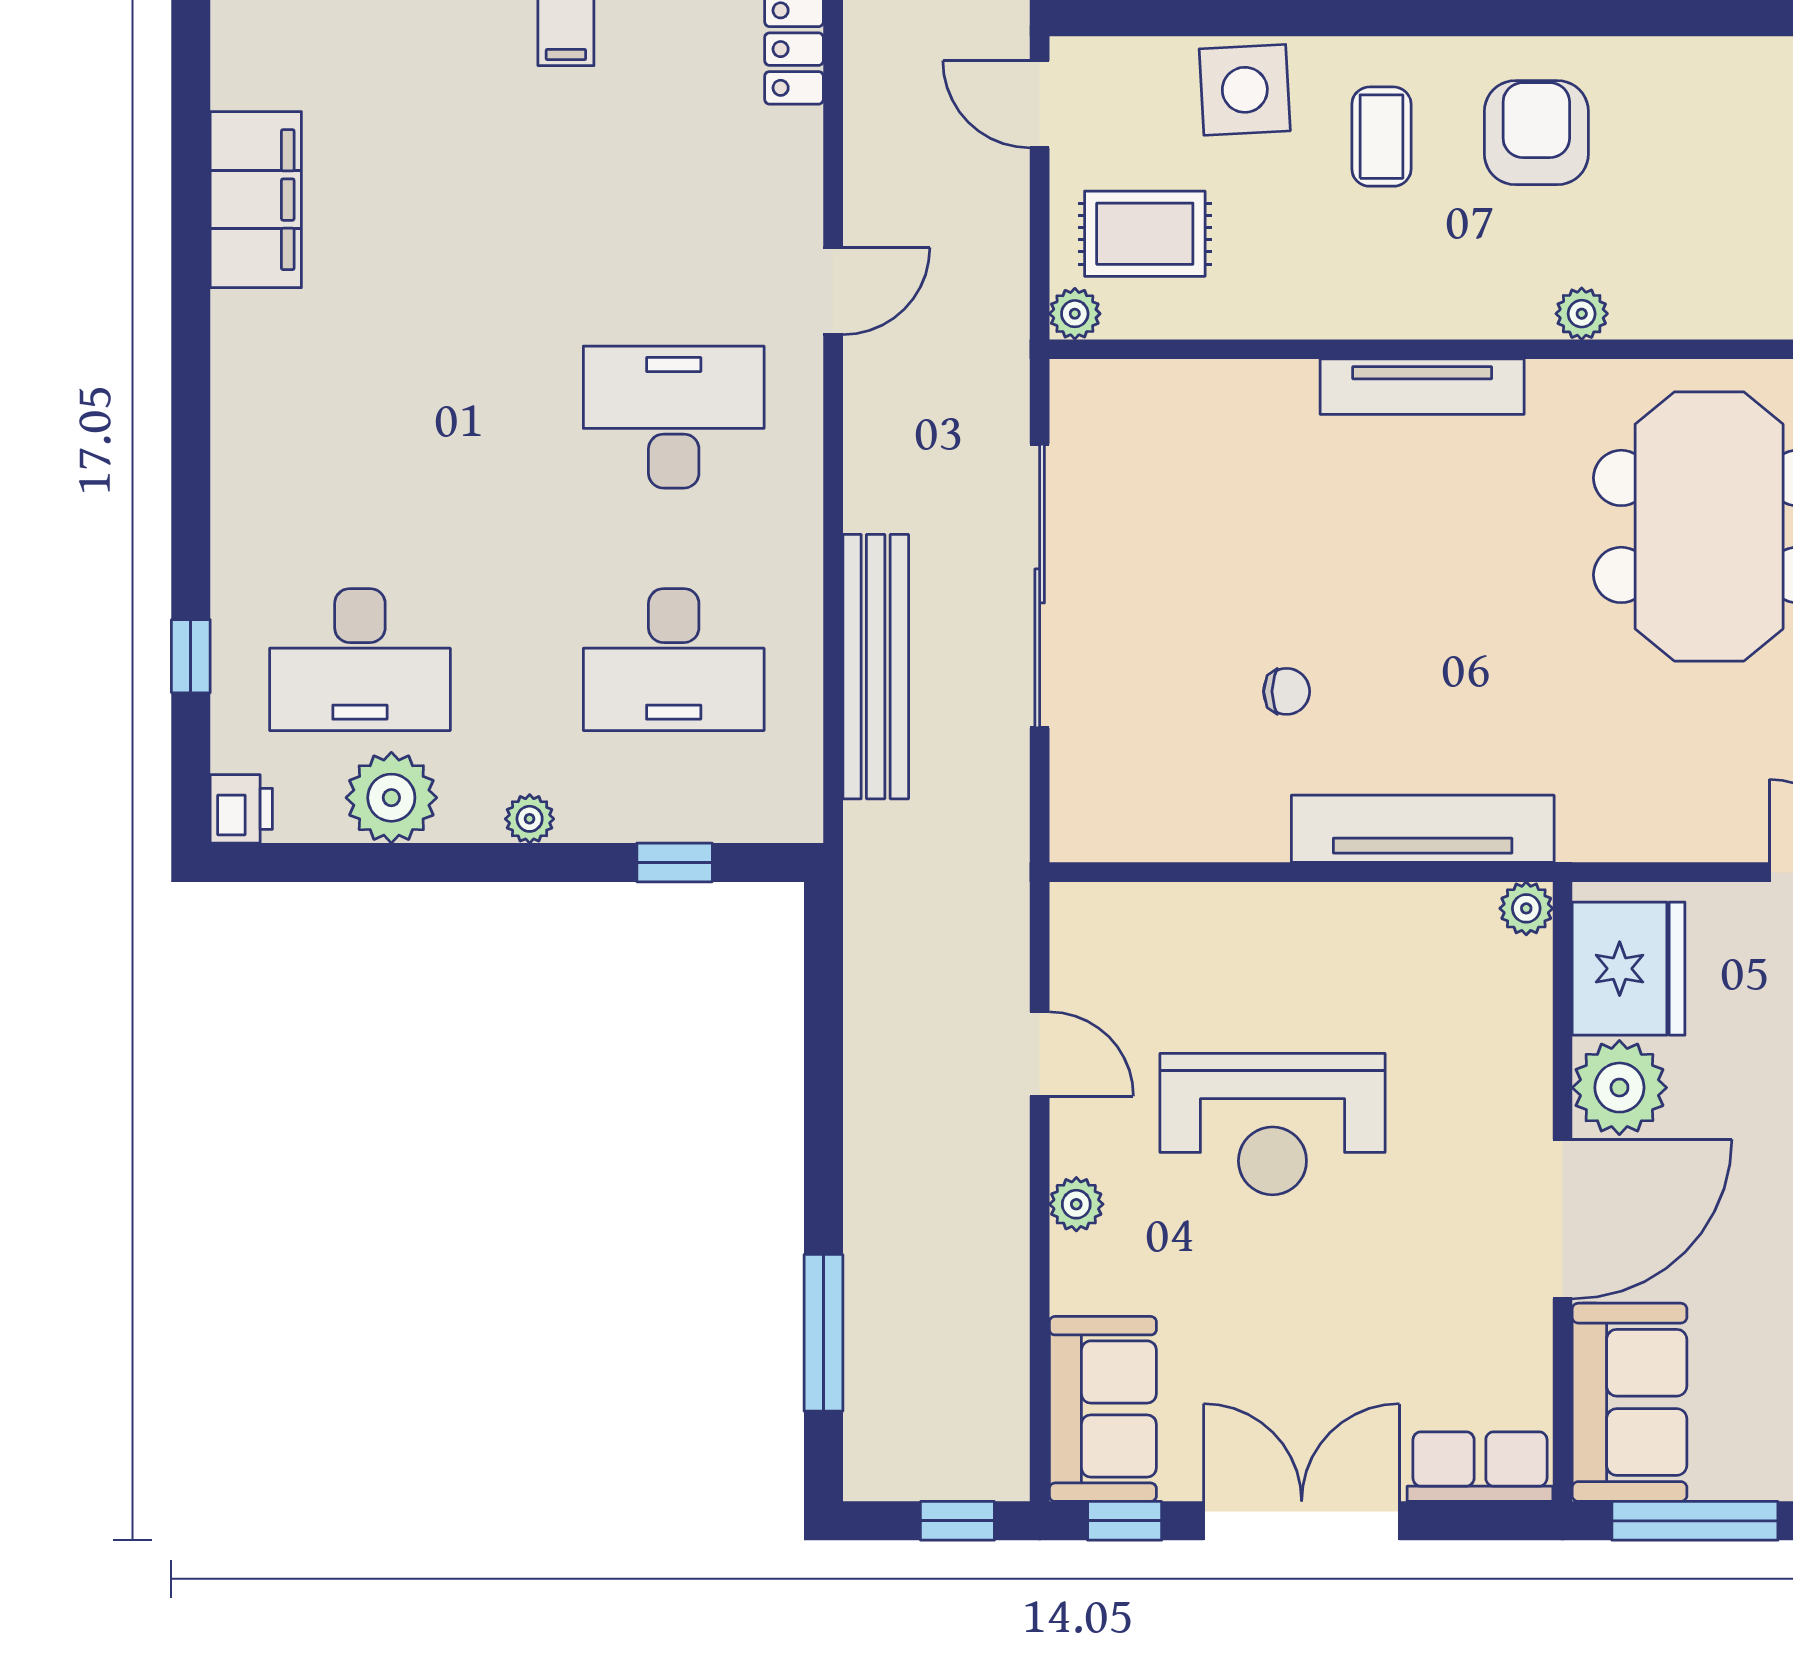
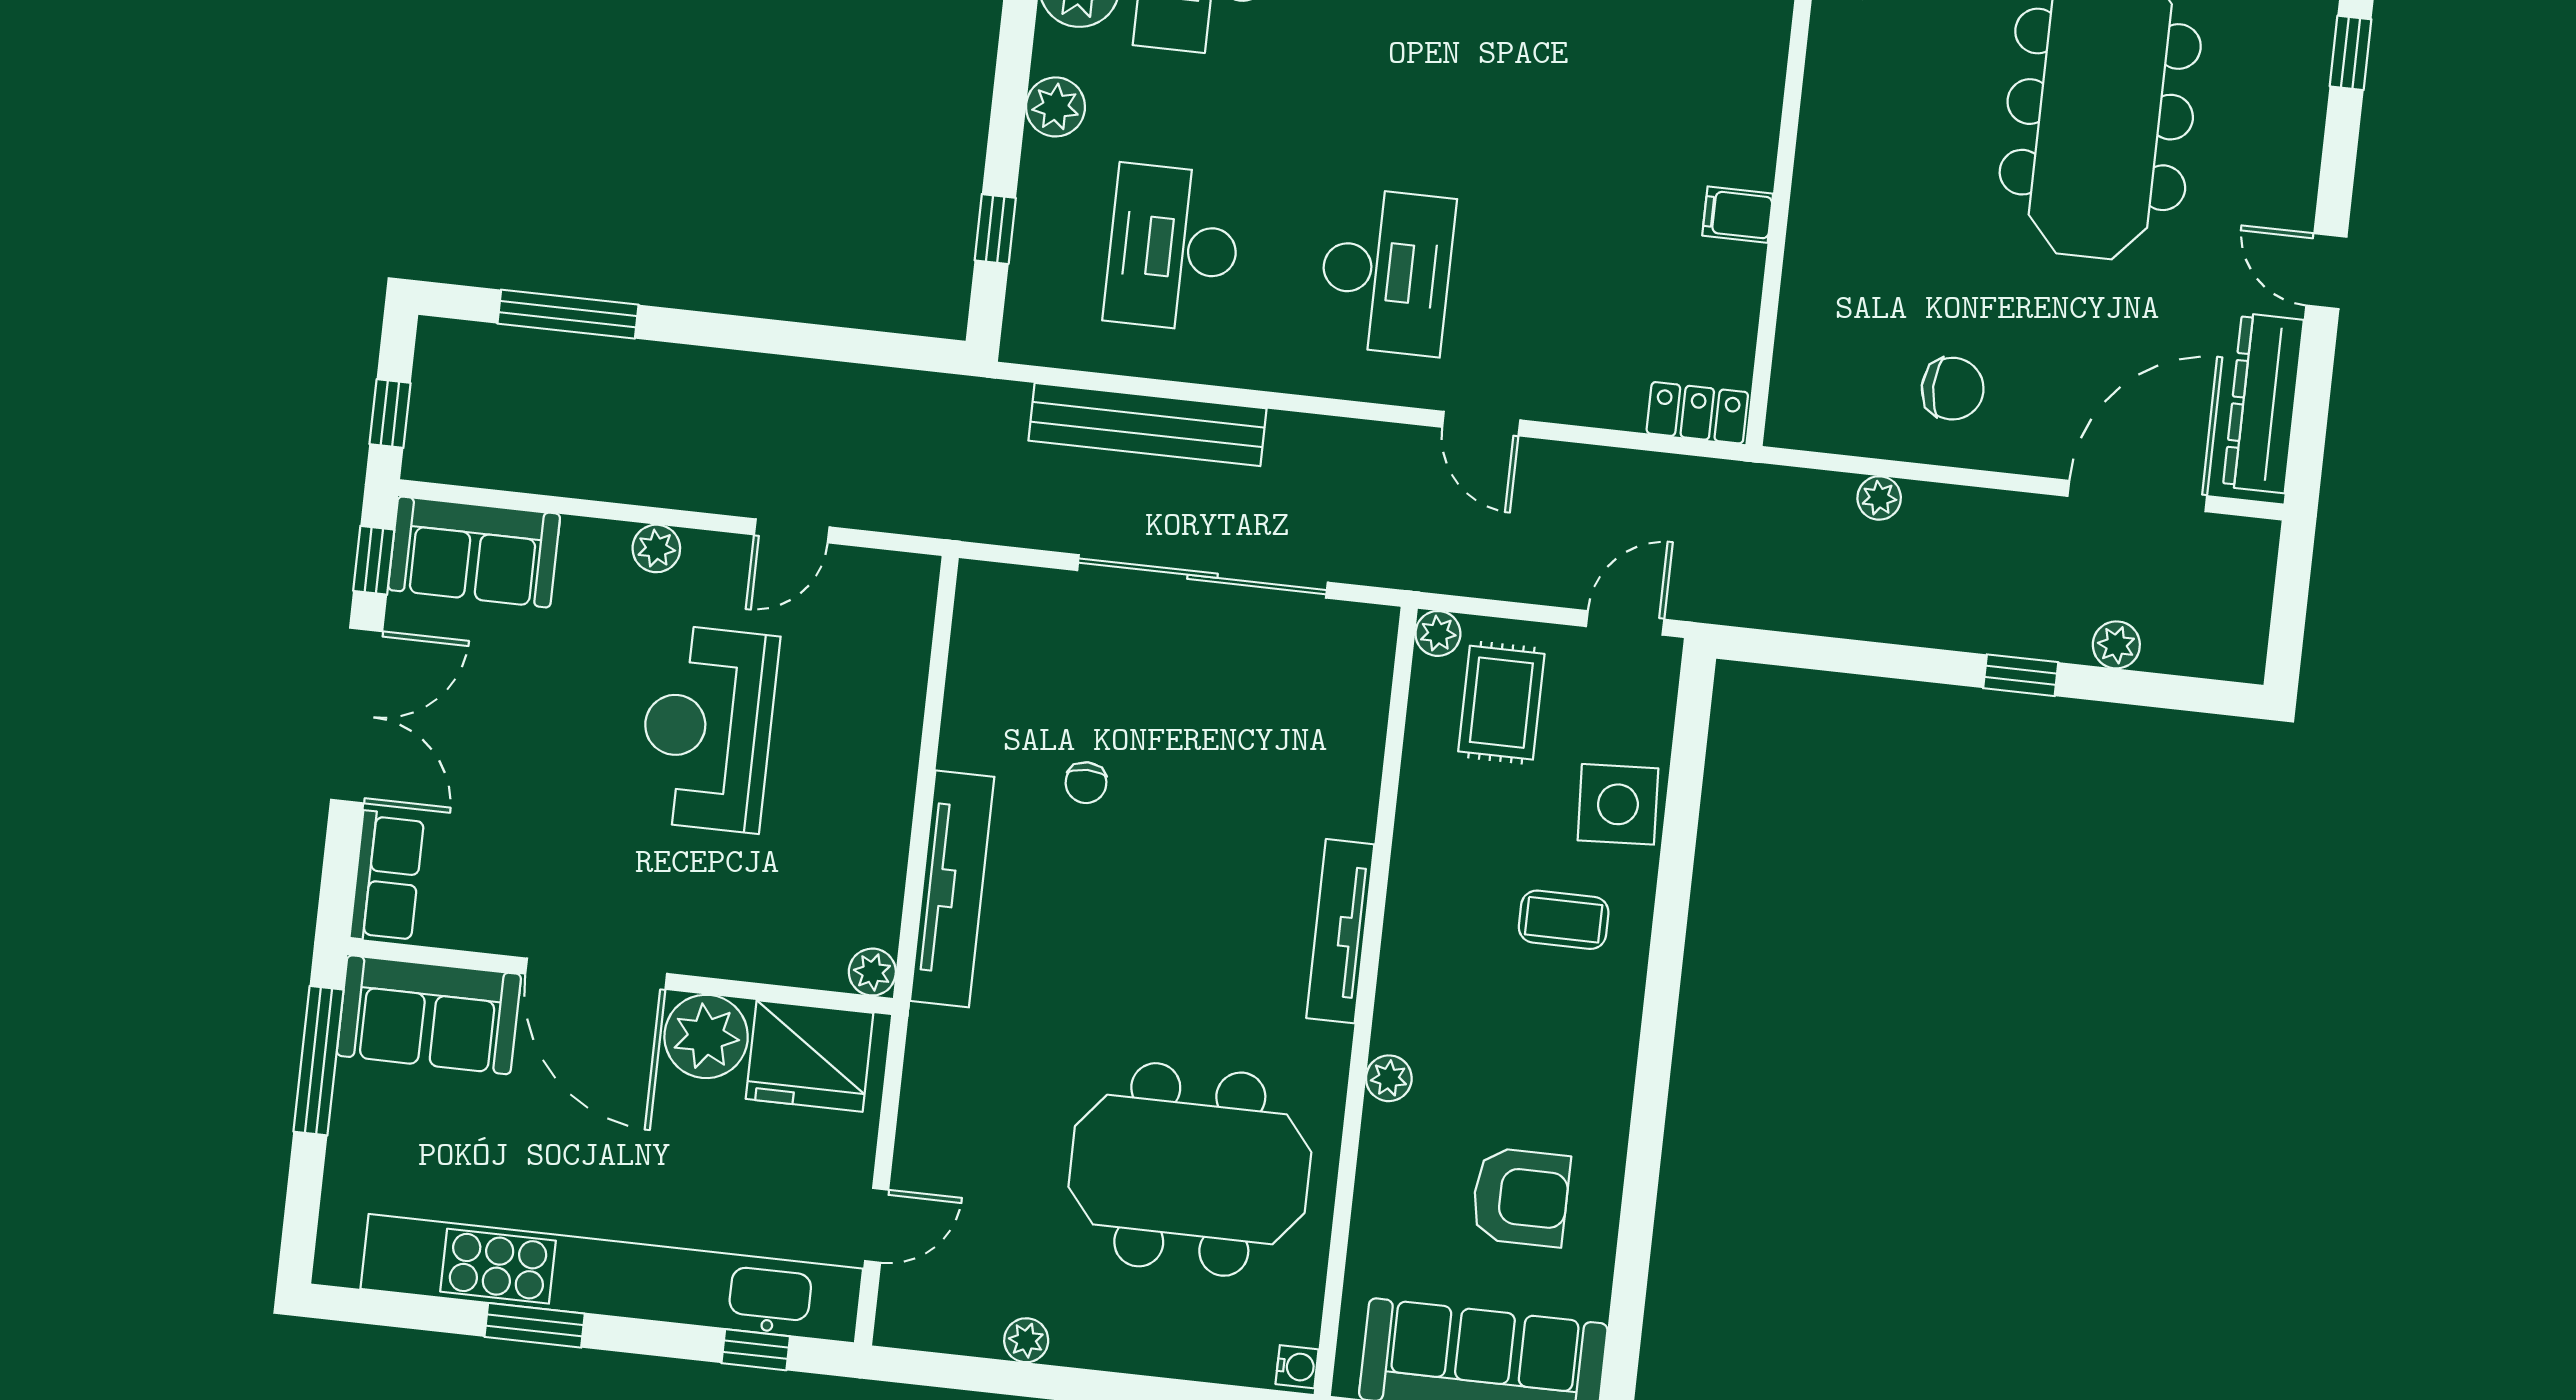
armchair: (1536, 133) -> (1521, 1197), moved
plant: (530, 819) -> (1056, 107), width x1.38, depth x1.38

